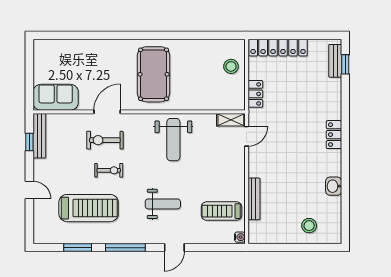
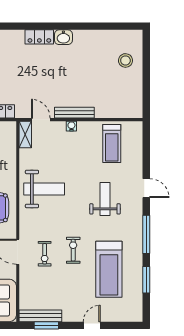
exercise bike: (105, 140) -> (45, 254), width x0.73, depth x0.72
window: (29, 142) -> (46, 325), width x1.50
washbasin: (334, 186) -> (63, 37), moved
bench: (254, 199) -> (74, 113), moved
treadmill: (89, 208) -> (109, 269), turned 180
water cooler: (240, 237) -> (71, 126), moved

